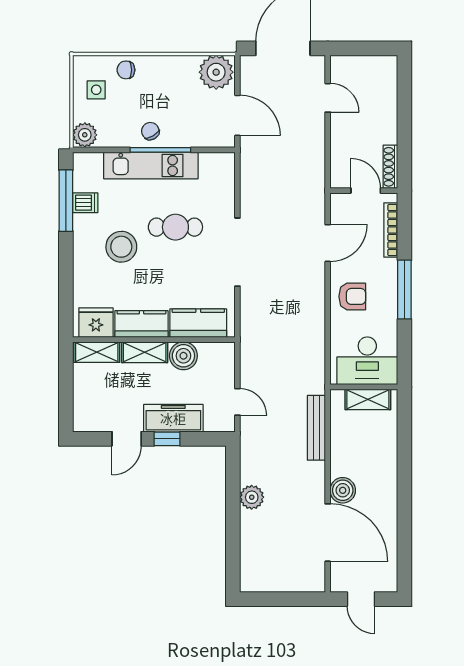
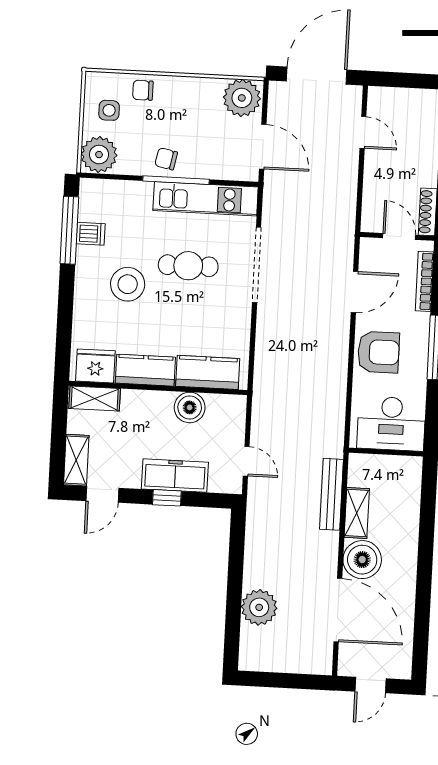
chair: (150, 131) -> (166, 159), turned -49
plant: (85, 135) -> (99, 155), width x1.36, depth x1.36
kitchen unit: (151, 165) -> (206, 199), moved
doorway: (237, 252) -> (257, 265), moved
armchair: (352, 296) -> (378, 352), width x1.38, depth x1.38
shelving: (145, 352) -> (76, 460), moved, turned 90
shelving: (368, 399) -> (357, 513), moved, turned 90
door: (127, 439) -> (102, 494), moved
boiler: (343, 490) -> (362, 560), width x1.37, depth x1.37
plant: (252, 497) -> (259, 607), moved, width x1.36, depth x1.36
door: (361, 599) -> (371, 685), hinge flipped

